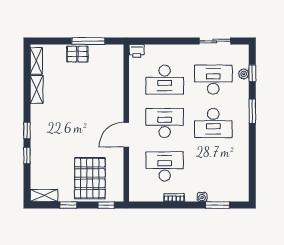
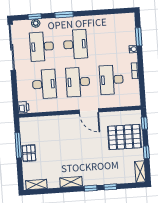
sliding door: (215, 41) -> (12, 47), width x1.86
shelving: (37, 89) -> (71, 182), moved

